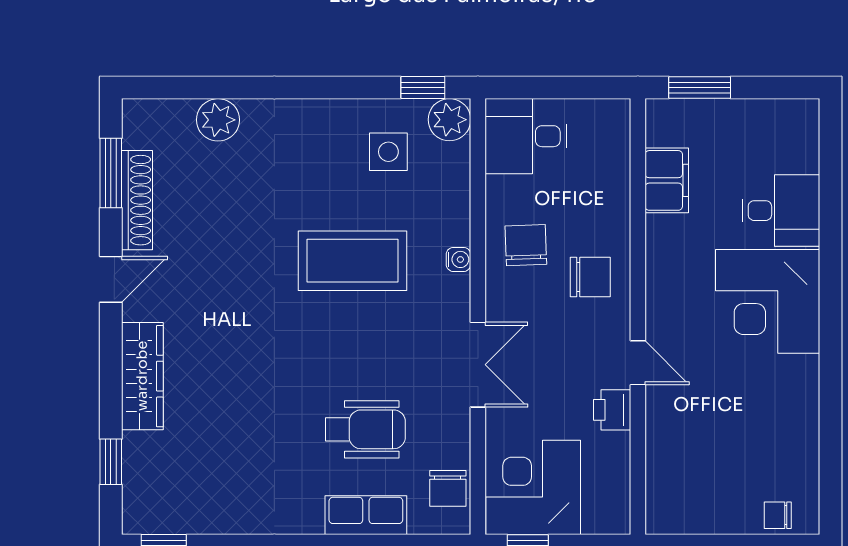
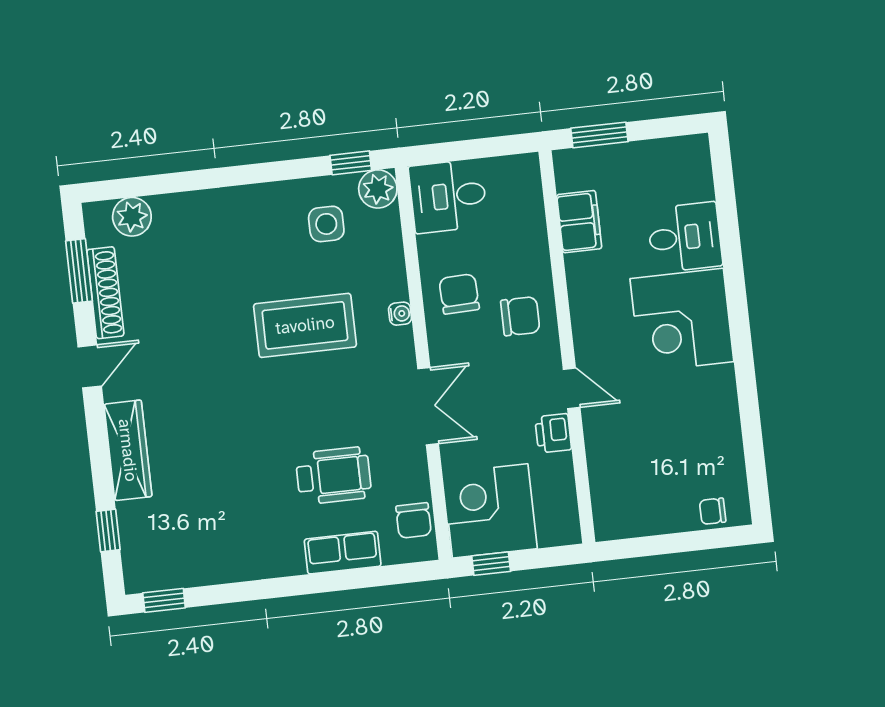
plant: (218, 120) -> (132, 217), moved

